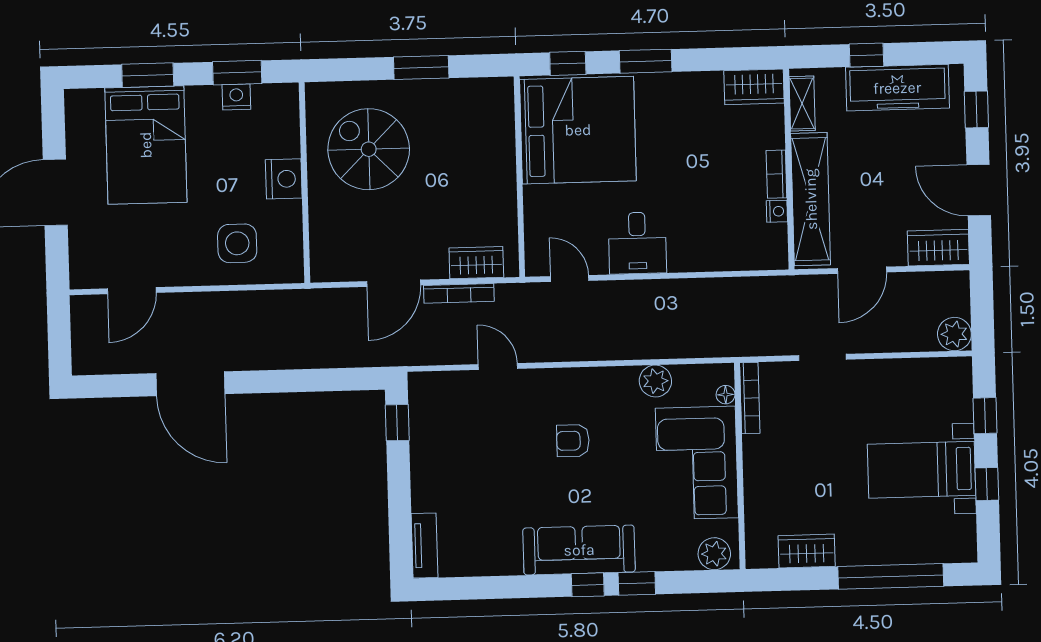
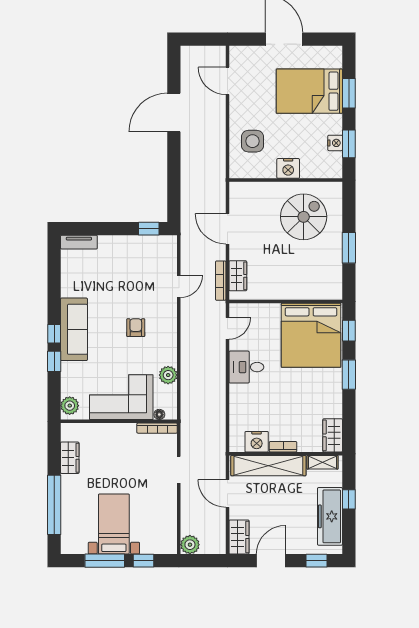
nightstand: (777, 211) -> (257, 442), width x1.89, depth x1.79
bookcase: (459, 293) -> (221, 281), moved
window: (987, 484) -> (105, 561), width x2.17

